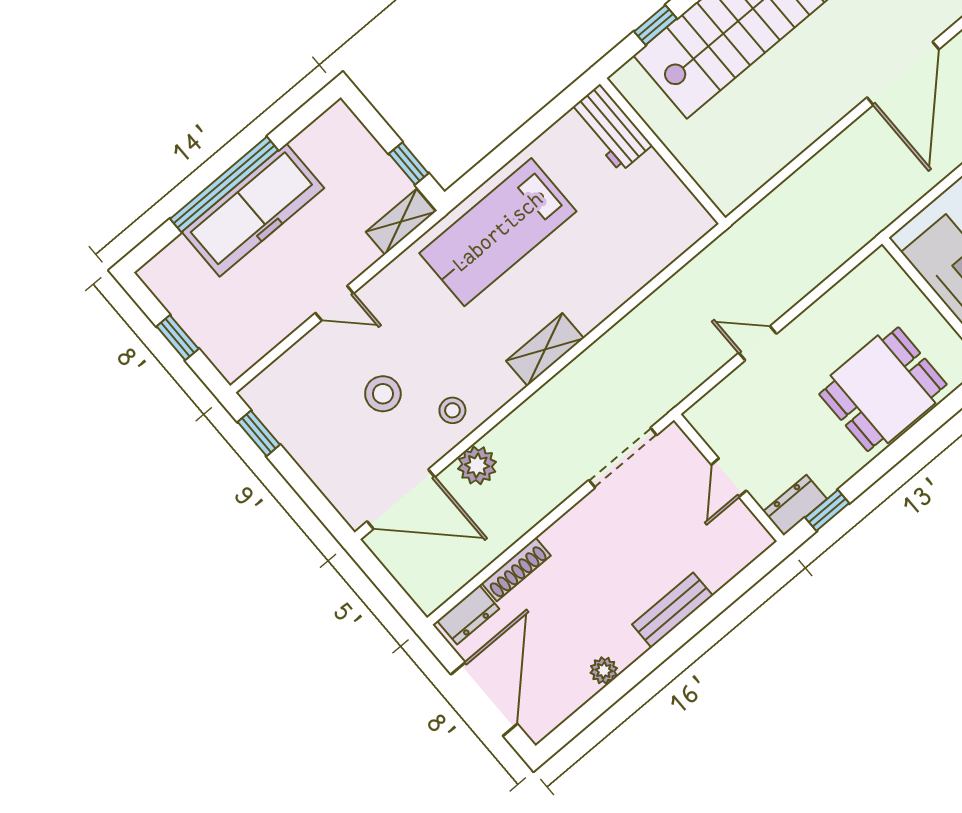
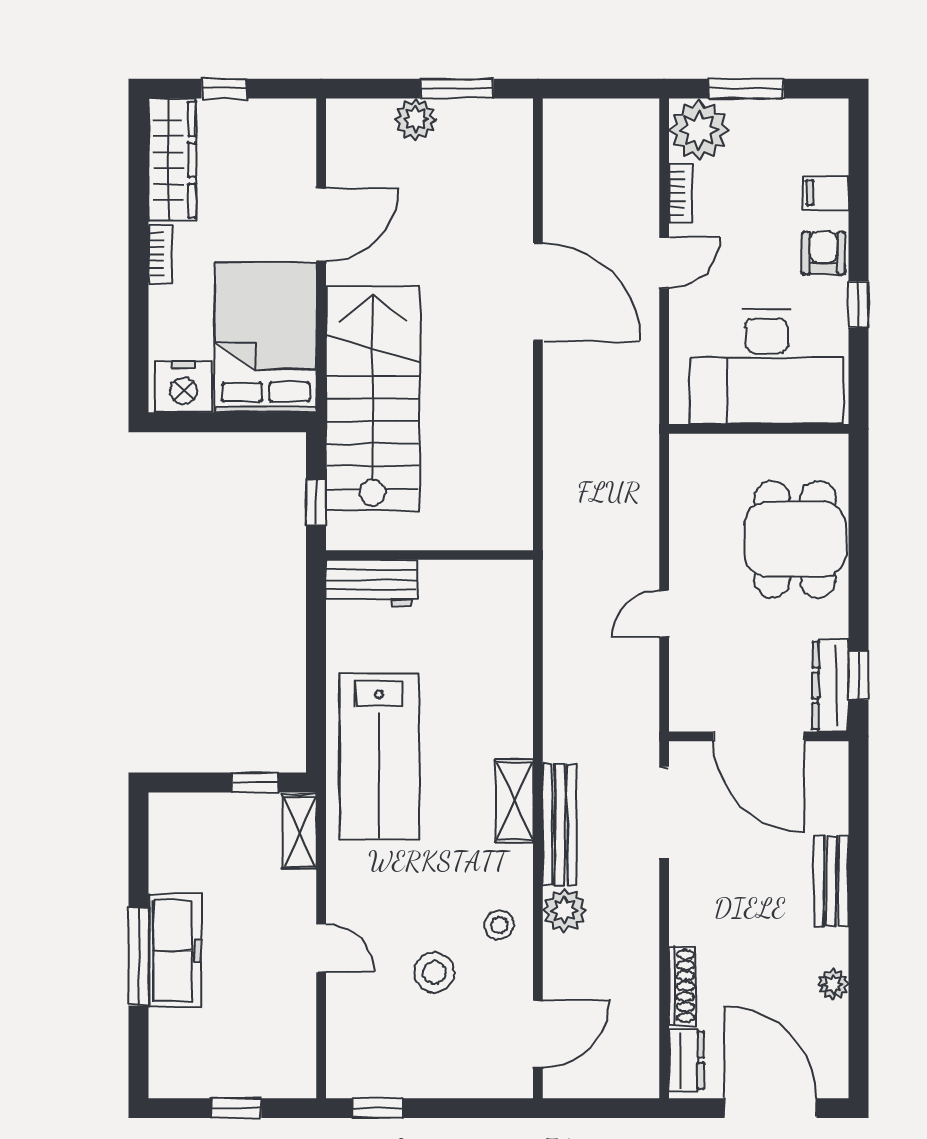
window: (655, 25) -> (316, 503), moved
window: (224, 184) -> (139, 956), width x0.68
freezer: (253, 210) -> (175, 950), width x0.73, depth x0.79
door: (334, 303) -> (321, 948), hinge flipped
bench: (555, 394) -> (560, 825), added
plant: (477, 465) -> (565, 910), moved
door: (729, 478) -> (759, 736), width x1.88
door: (401, 499) -> (538, 1034), width x0.73
dresser: (795, 505) -> (830, 685), width x1.44

